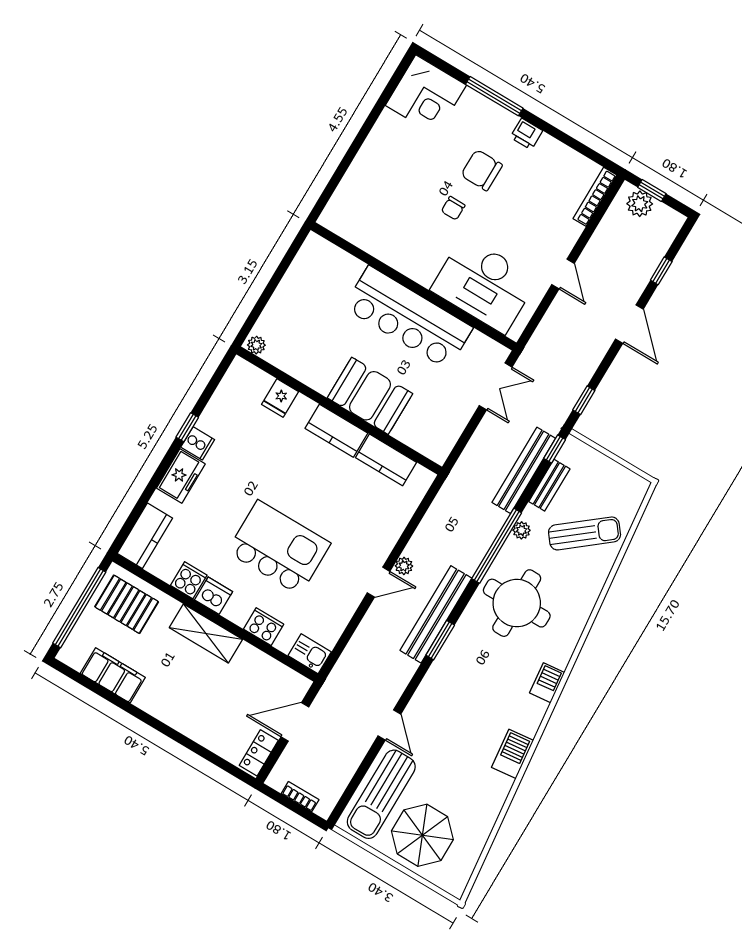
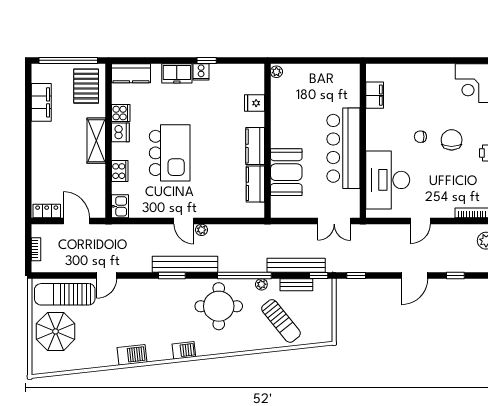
filing cabinet: (363, 235) -> (375, 95), added
booth: (370, 396) -> (286, 172), moved

